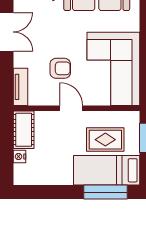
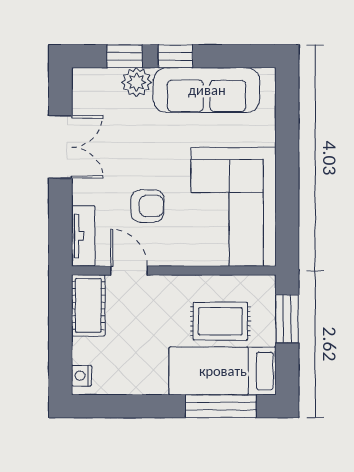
door: (71, 108) -> (129, 270), moved
nightstand: (19, 156) -> (81, 376), moved

